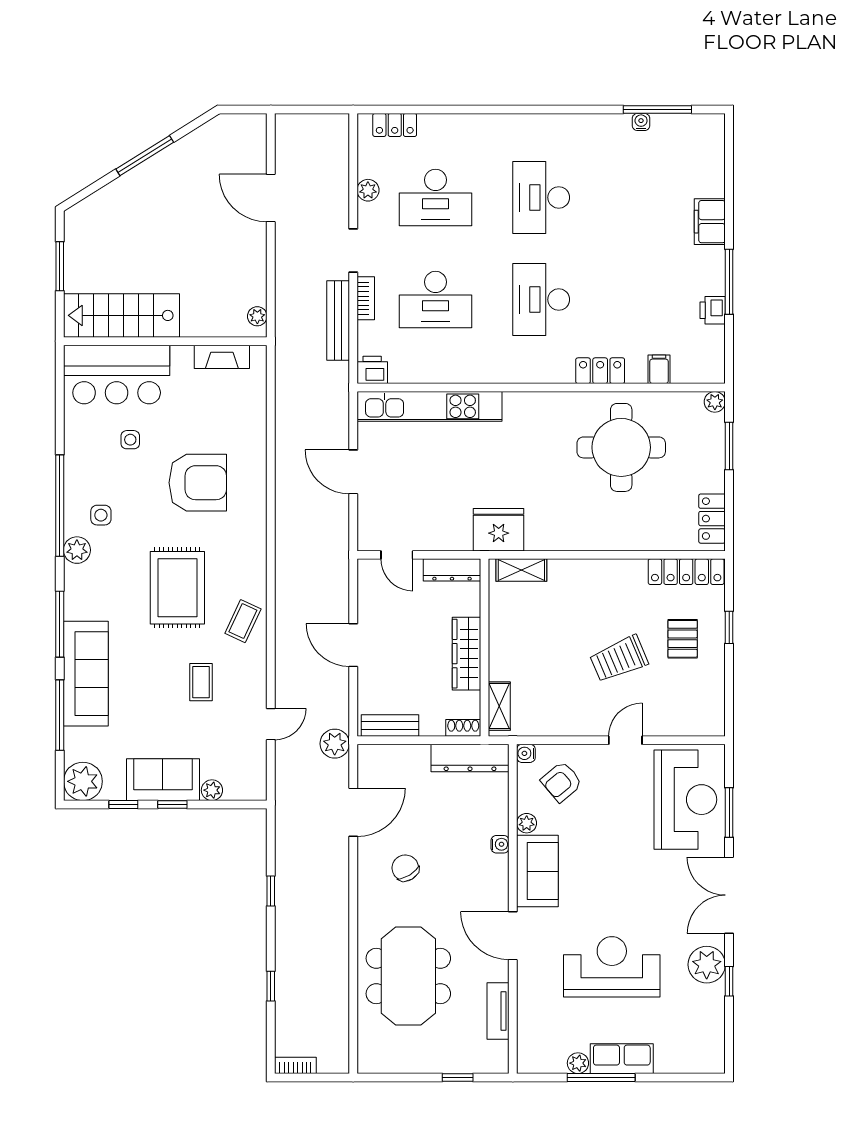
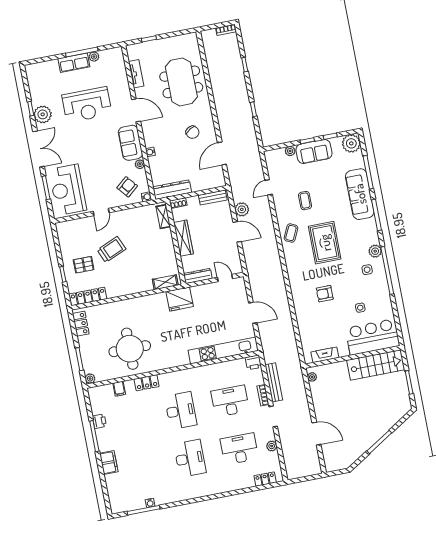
armchair: (198, 483) -> (325, 294), width x0.53, depth x0.53
pallet: (683, 639) -> (84, 265), turned 90
plant: (335, 744) -> (242, 209), moved

